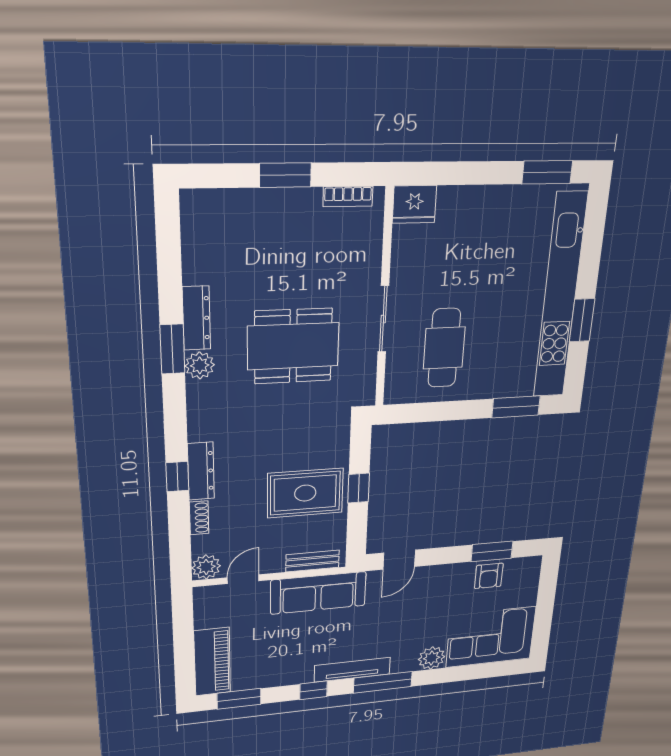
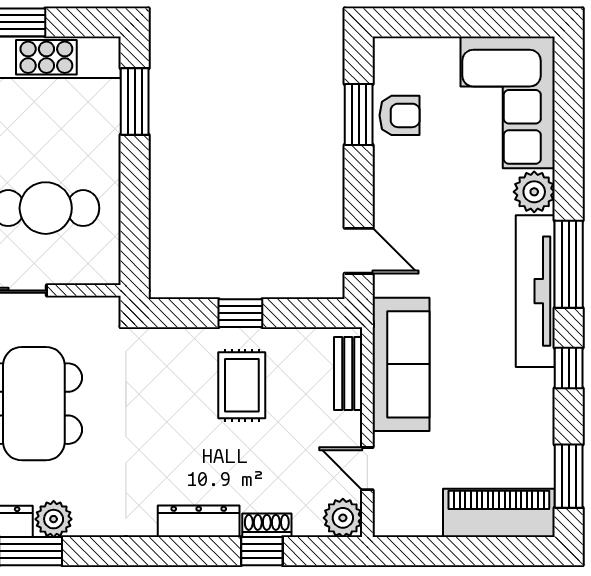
window: (177, 477) -> (262, 551), moved
rug: (305, 493) -> (242, 385), width x0.73, depth x0.70
tv unit: (352, 670) -> (535, 291), width x1.36, depth x1.29

